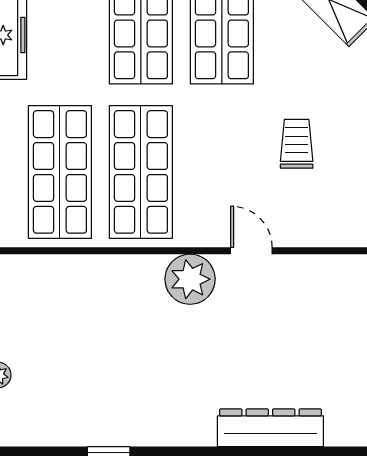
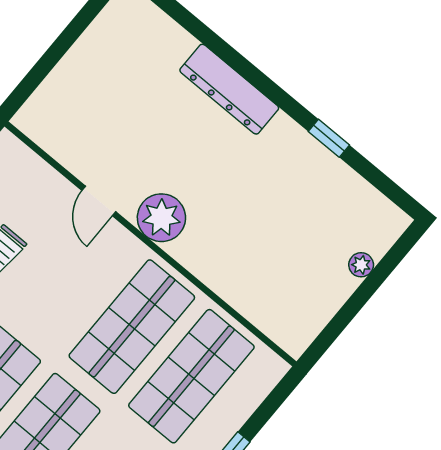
dresser: (270, 428) -> (229, 89), moved

